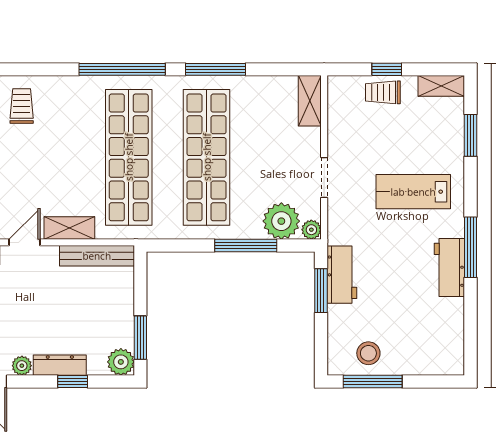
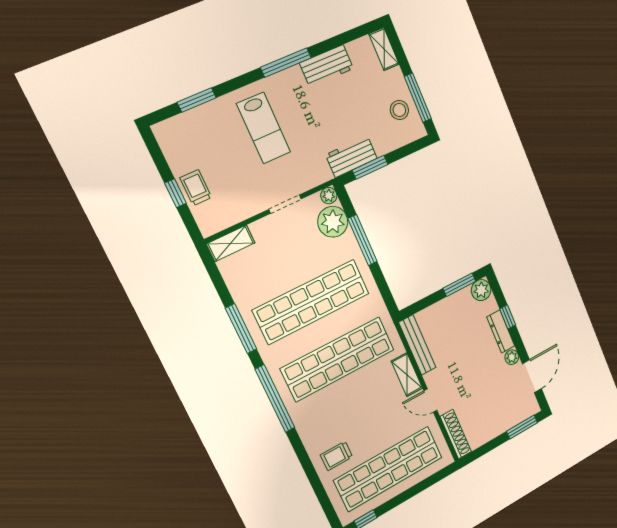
shelving: (441, 86) -> (384, 49), moved
trolley: (383, 92) -> (196, 188), turned 180
workbench: (449, 268) -> (327, 66), moved

